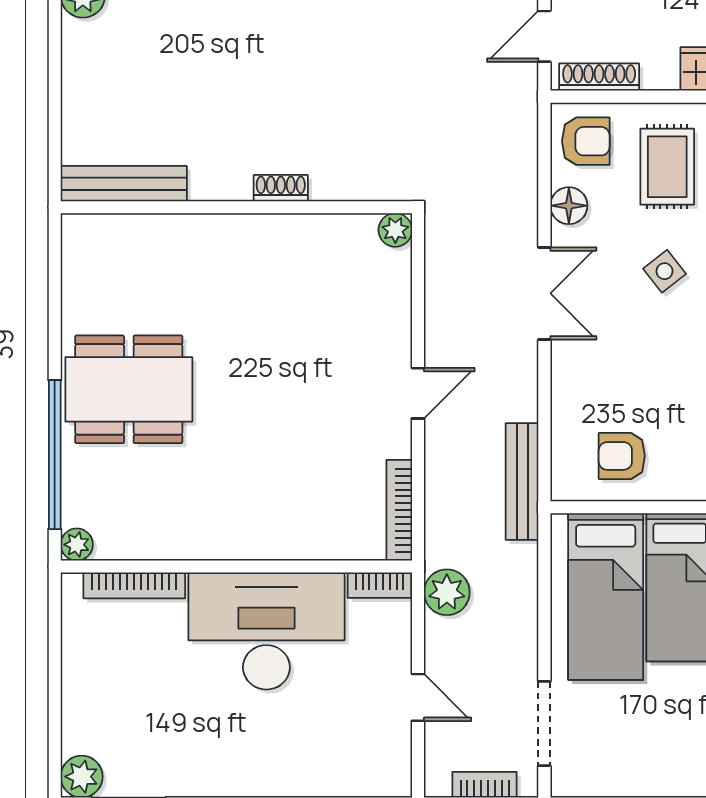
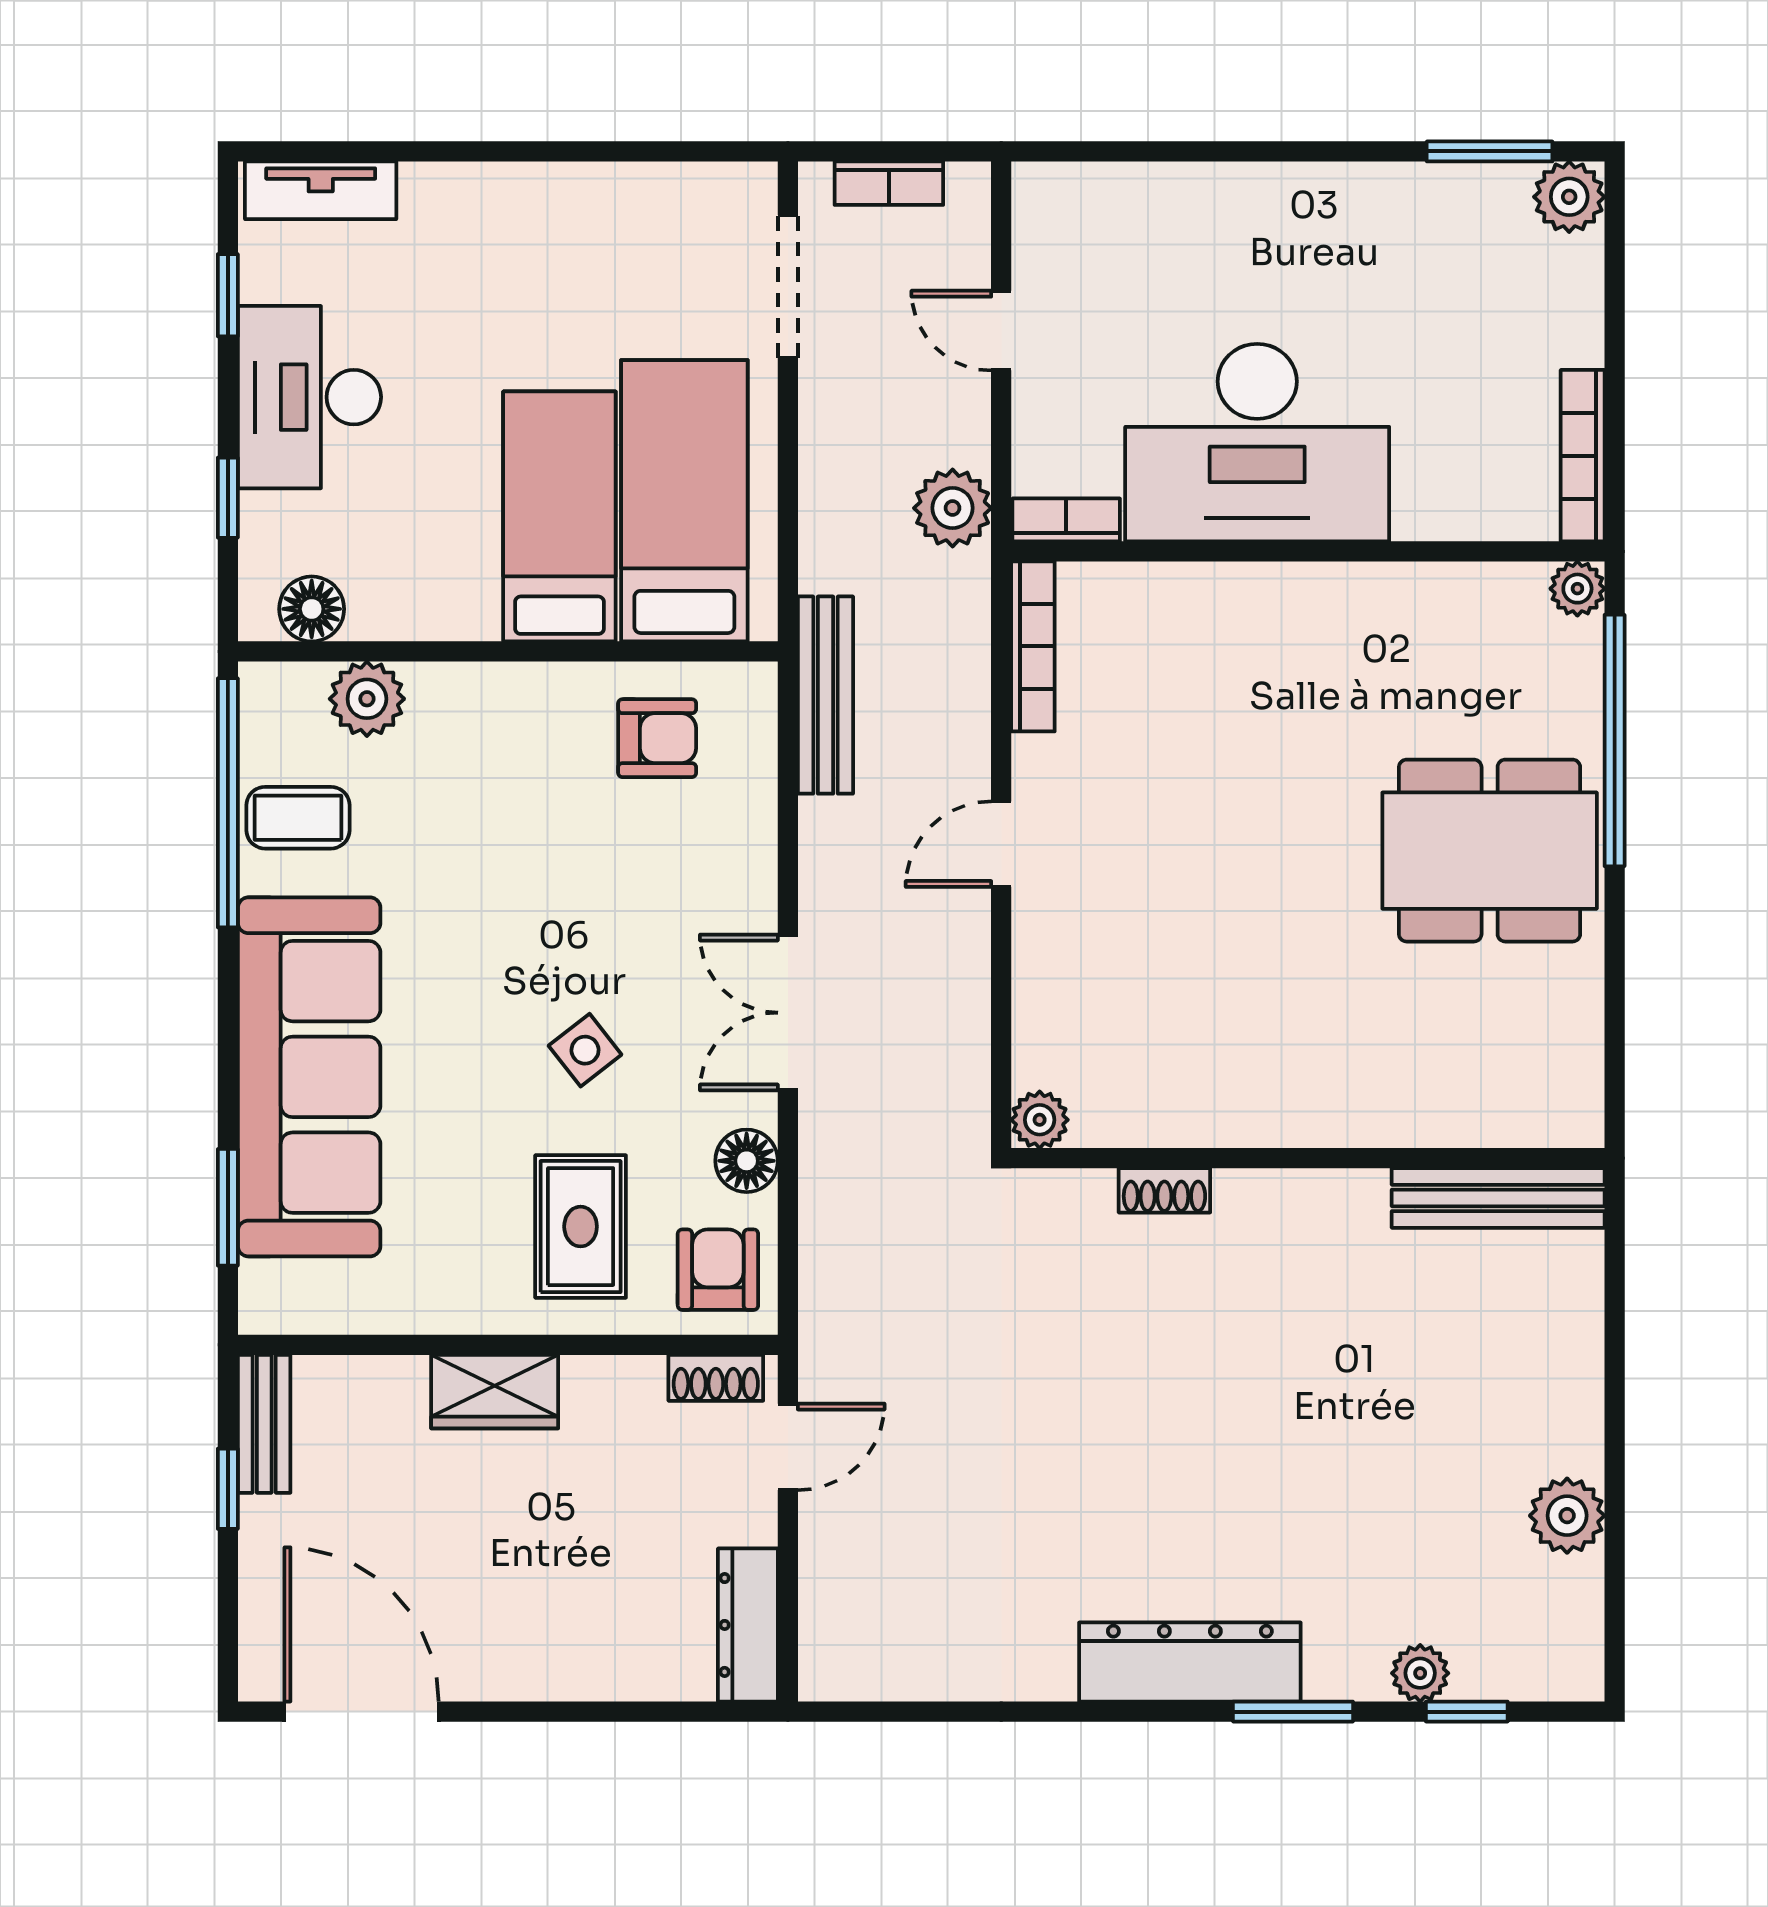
shoe rack: (599, 77) -> (716, 1378), width x0.70
armchair: (586, 141) -> (718, 1270), turned 90
shoe rack: (281, 188) -> (1164, 1190), moved
bookcase: (134, 585) -> (1583, 456), moved, turned -90

